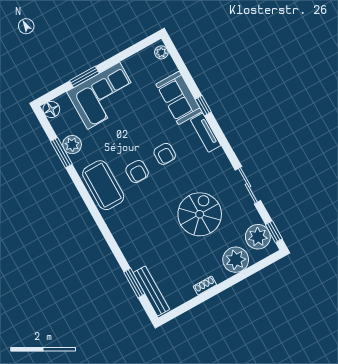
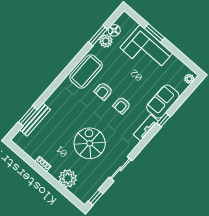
floor lamp: (51, 109) -> (114, 30), moved
spiral stairs: (200, 214) -> (90, 143), turned -90
plant: (258, 237) -> (88, 188), removed
bench: (151, 291) -> (35, 120), moved

